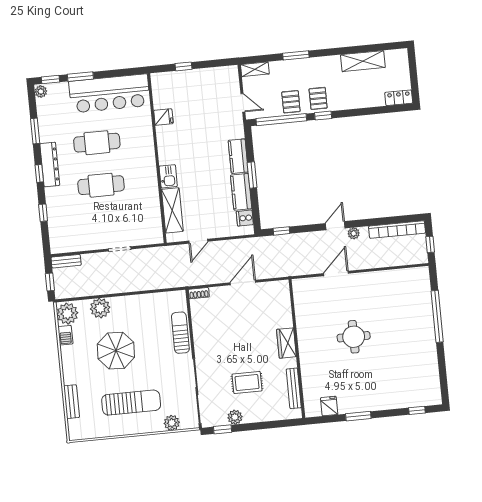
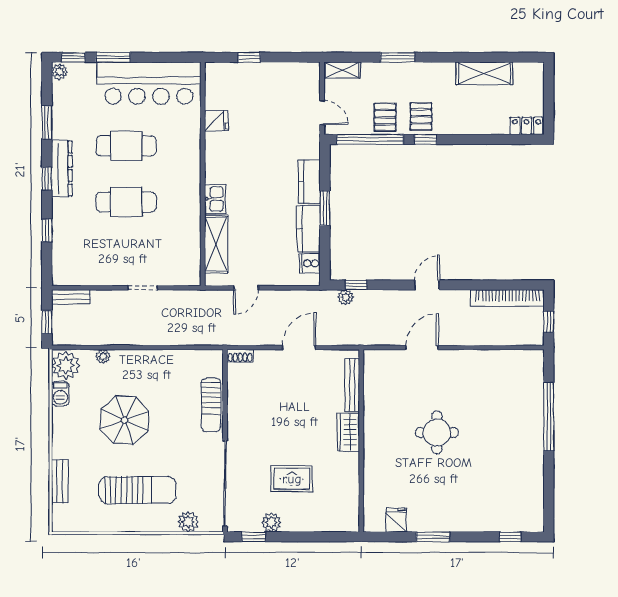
plant: (354, 233) -> (345, 297), moved
plant: (100, 308) -> (103, 356), width x0.53, depth x0.53
sun lounger: (180, 333) -> (211, 405), turned 180
bench: (294, 388) -> (352, 385), moved

